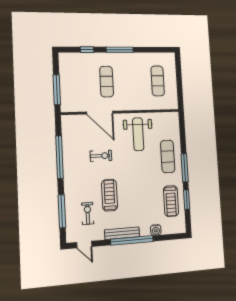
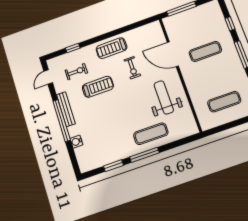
door: (100, 113) -> (173, 54), hinge flipped
weight bench: (138, 134) -> (164, 97), turned 90
window: (60, 157) -> (120, 31), removed
treadmill: (171, 201) -> (111, 48), moved
window: (62, 211) -> (73, 48), width x0.46

